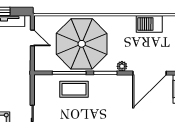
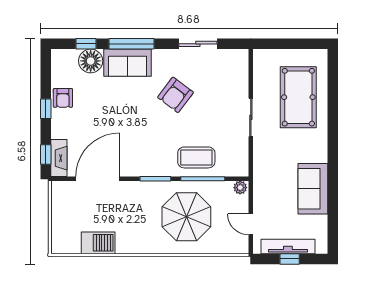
parasol: (82, 44) -> (186, 217), width x0.73, depth x0.73
plant: (122, 66) -> (240, 188), moved

